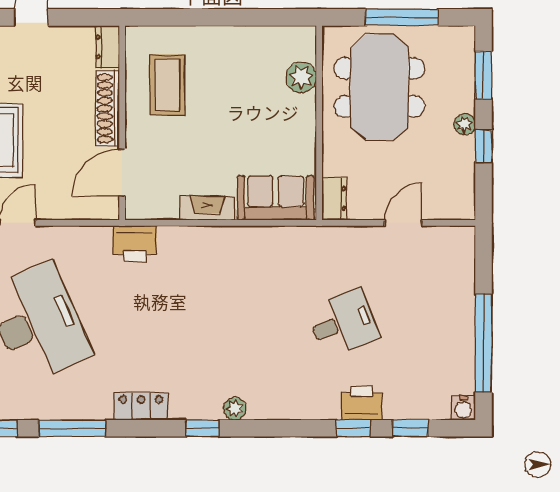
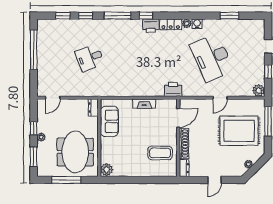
plant: (301, 77) -> (107, 170), moved
coffee table: (167, 85) -> (160, 153), turned 90
sofa: (276, 198) -> (109, 121), moved, turned -90
door: (403, 223) -> (53, 98), moved
printer: (361, 403) -> (151, 26), moved
water cooler: (463, 408) -> (197, 24), moved
plant: (235, 409) -> (187, 23), moved
window: (72, 428) -> (117, 16), moved

